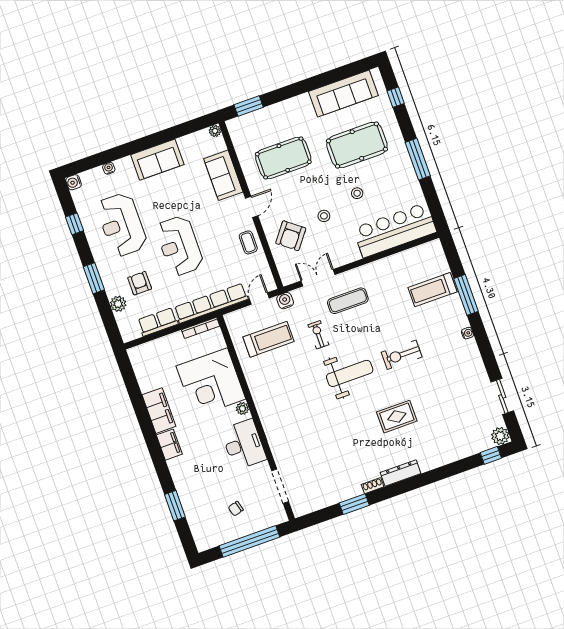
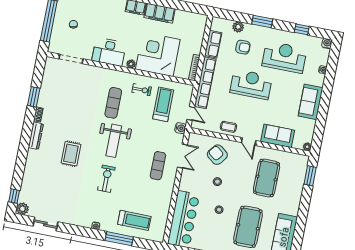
treadmill: (433, 290) -> (134, 220), turned 90
exercise bike: (318, 335) -> (142, 90), moved
treadmill: (269, 339) -> (163, 104), turned 180
exercise mat: (303, 402) -> (113, 103), added

